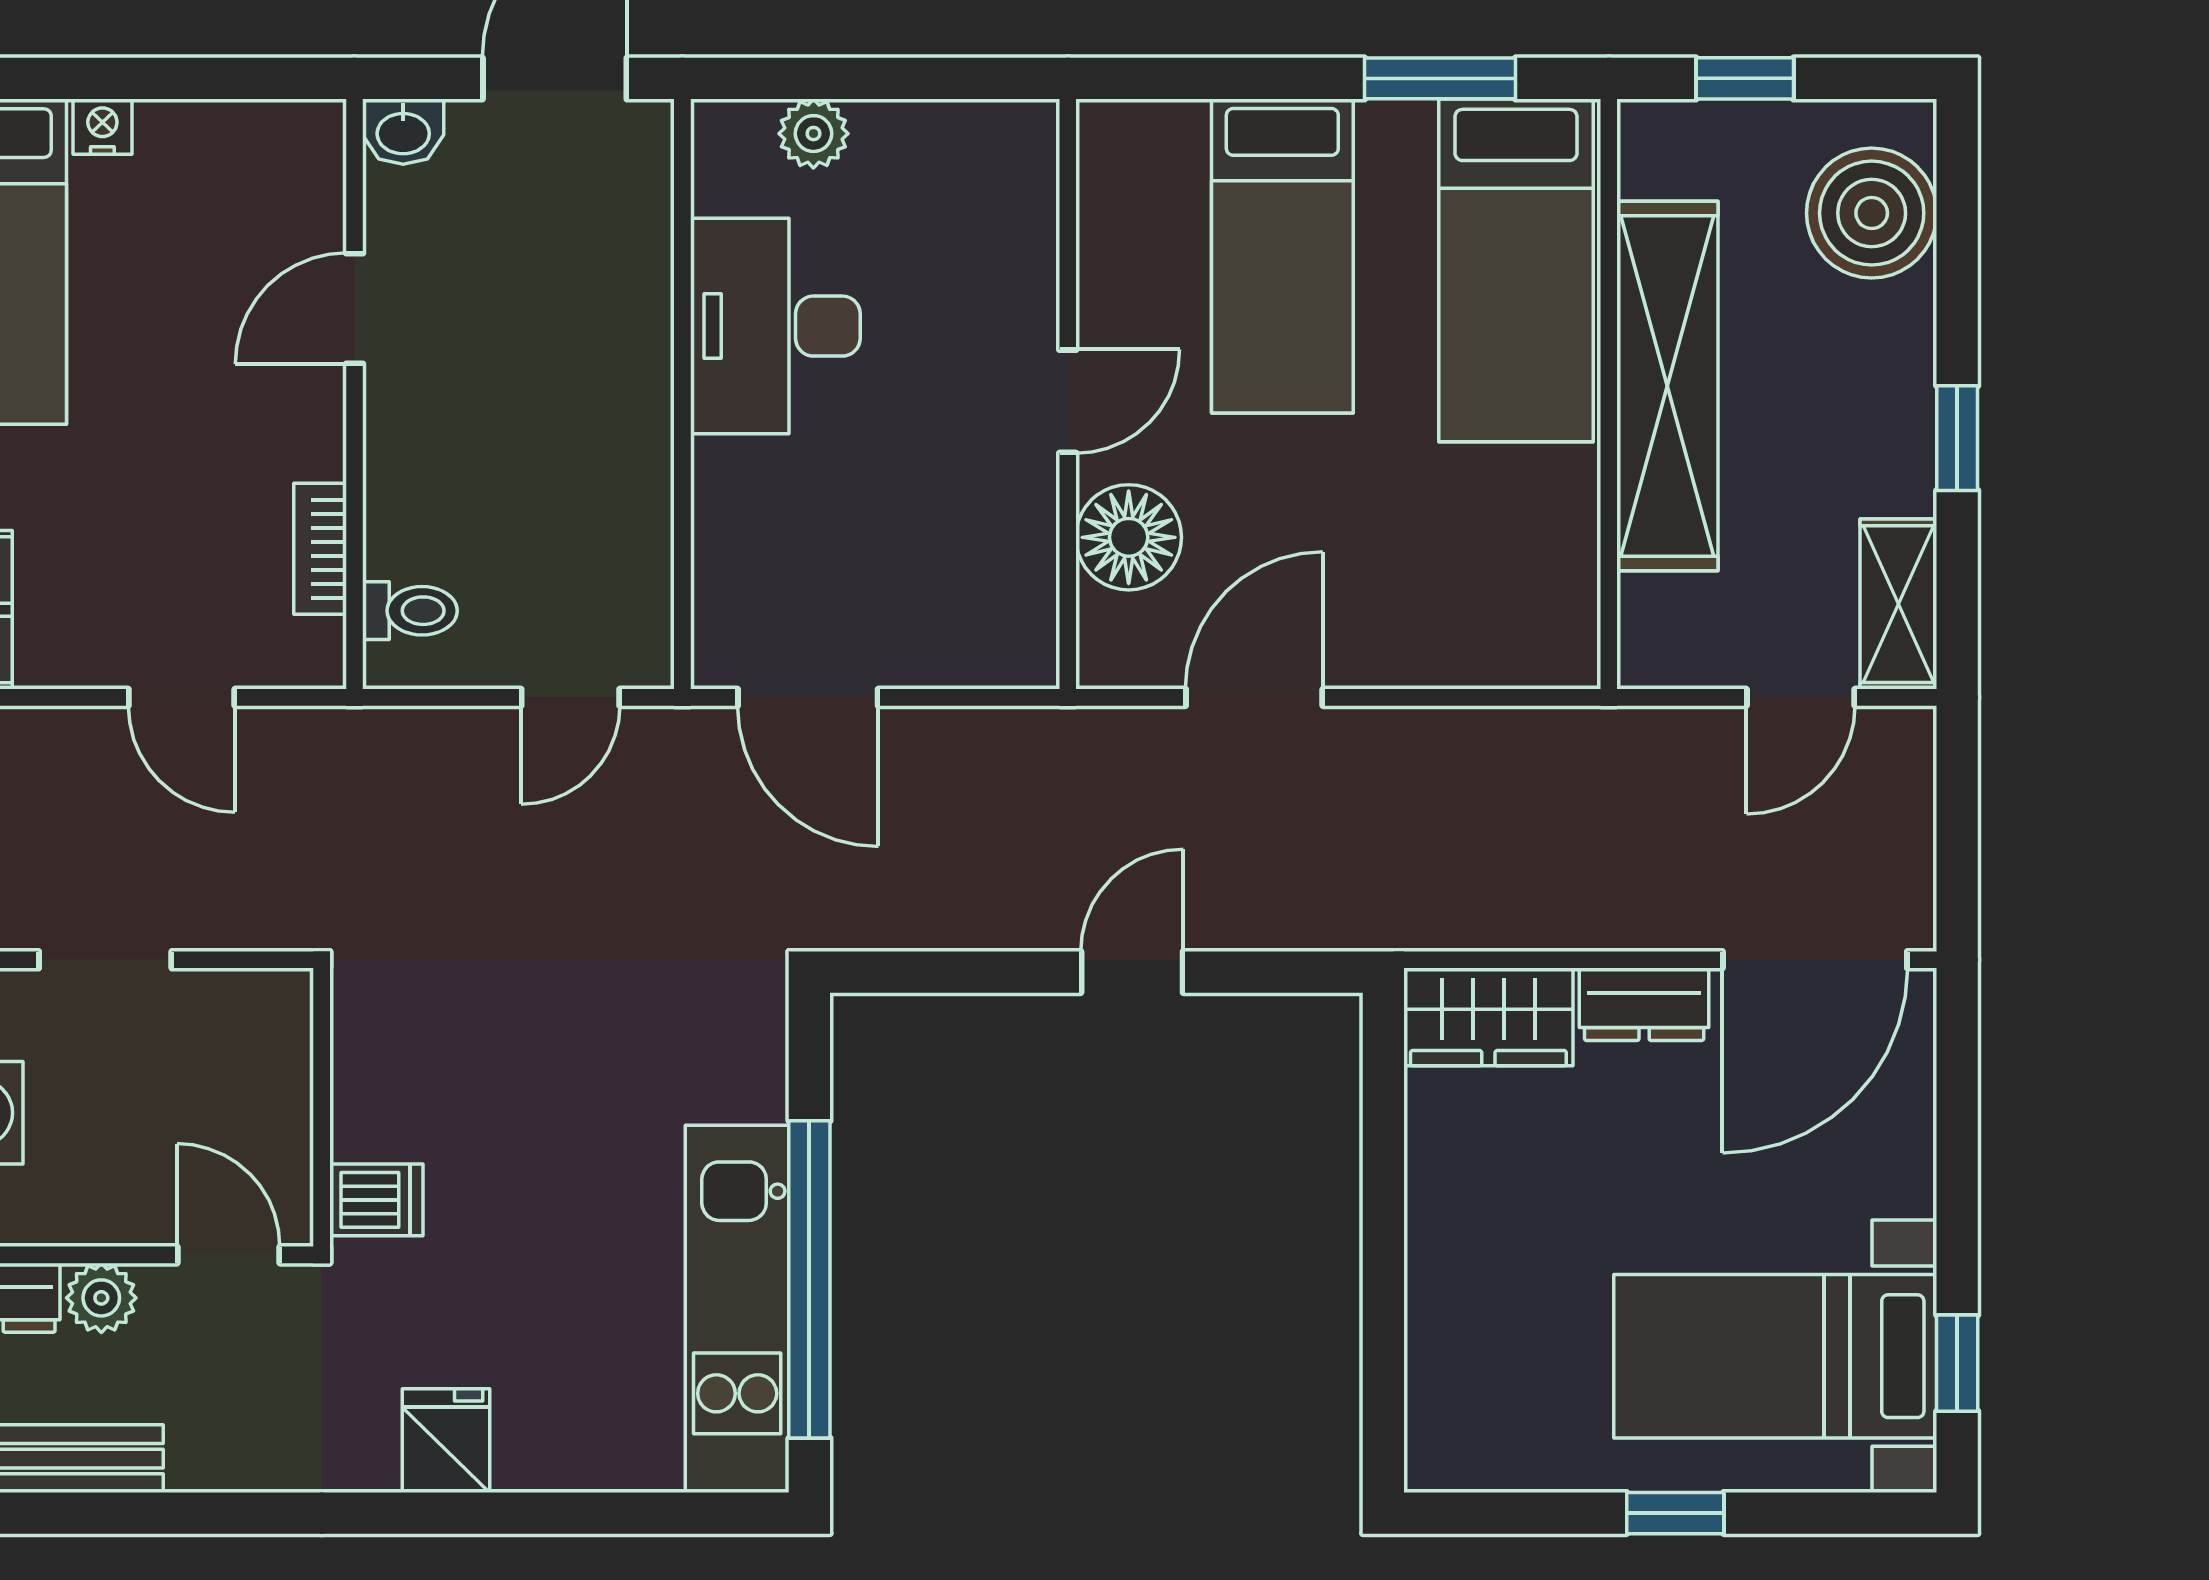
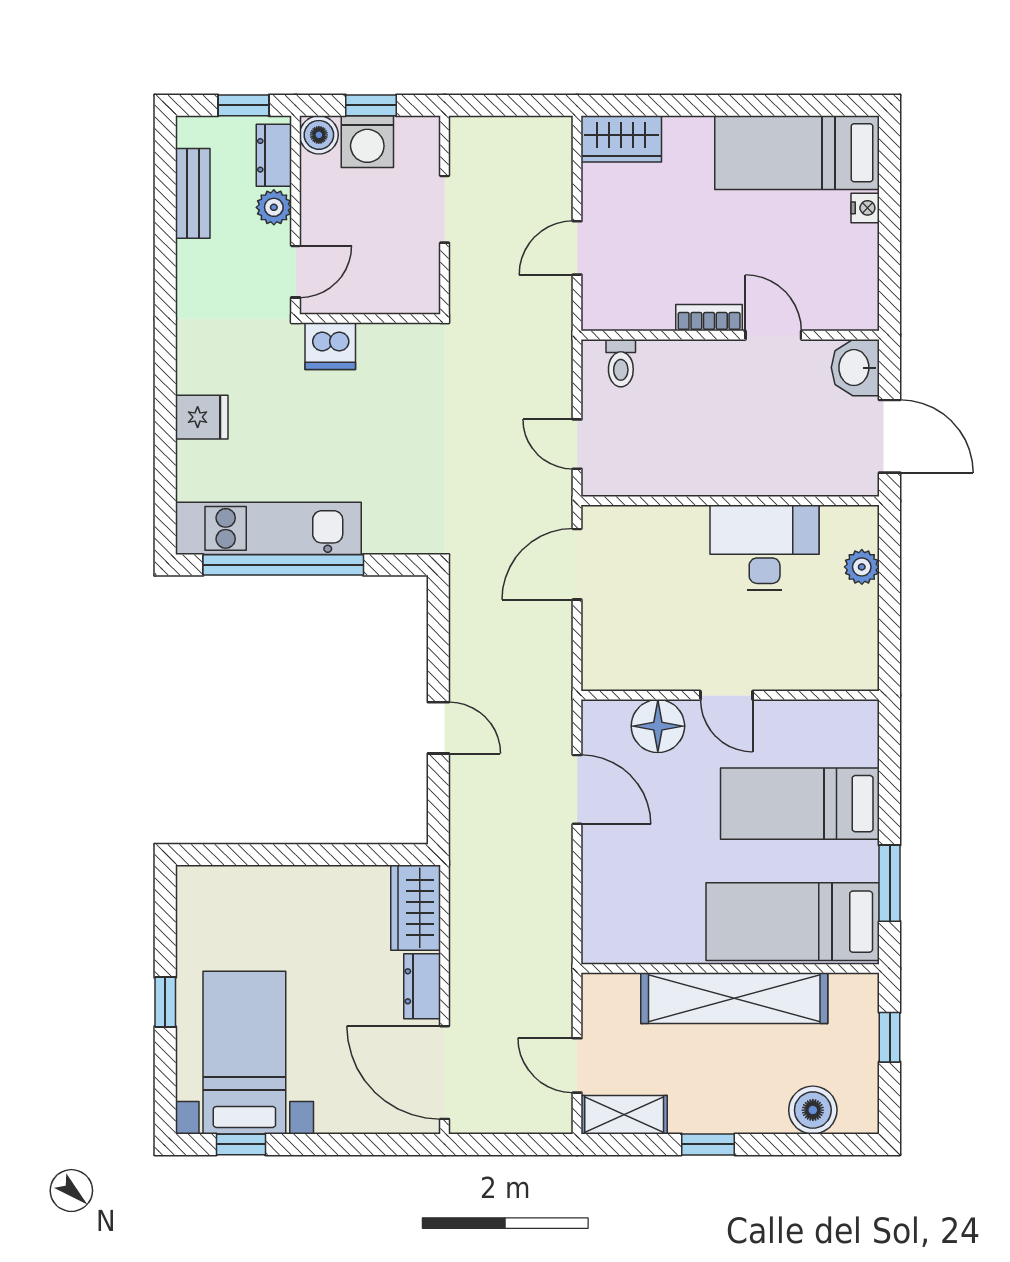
washbasin: (403, 132) -> (855, 368), width x1.38, depth x1.45
boiler: (1872, 213) -> (813, 1110), width x0.73, depth x0.73
bookcase: (320, 549) -> (709, 318), moved
dishwasher: (376, 1200) -> (330, 346), width x1.38
fridge: (446, 1441) -> (202, 417), moved

